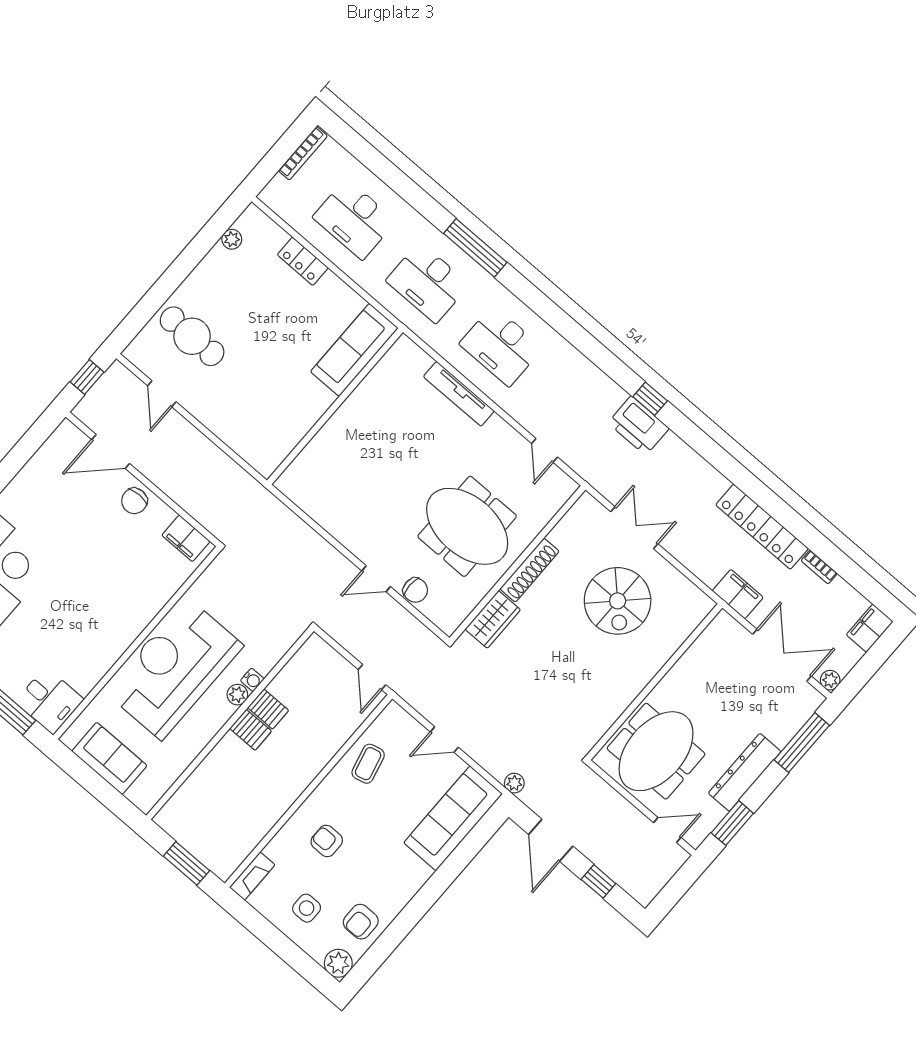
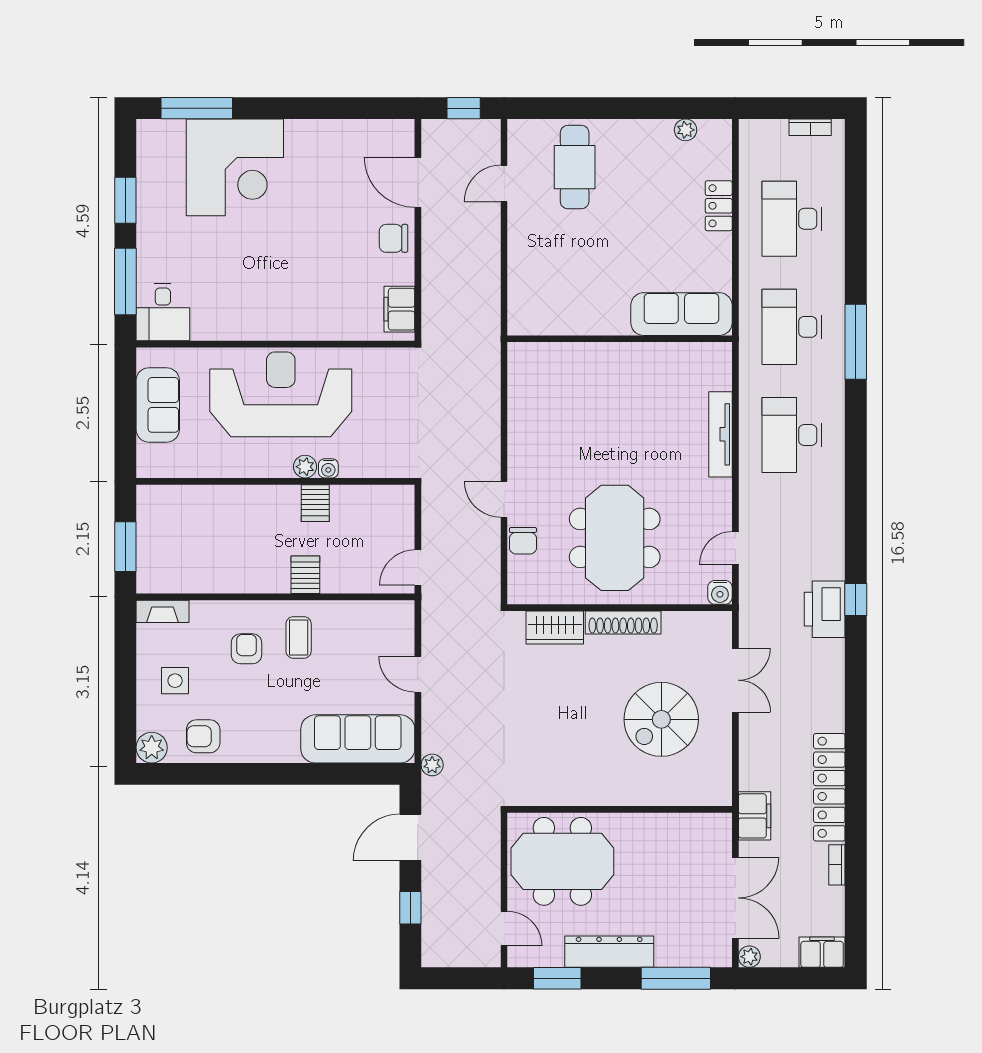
bookcase: (303, 153) -> (810, 127), width x0.64
water cooler: (566, 487) -> (720, 592), added
server rack: (251, 730) -> (305, 575), moved, turned 180
coffee table: (368, 764) -> (299, 637), moved, turned -76

